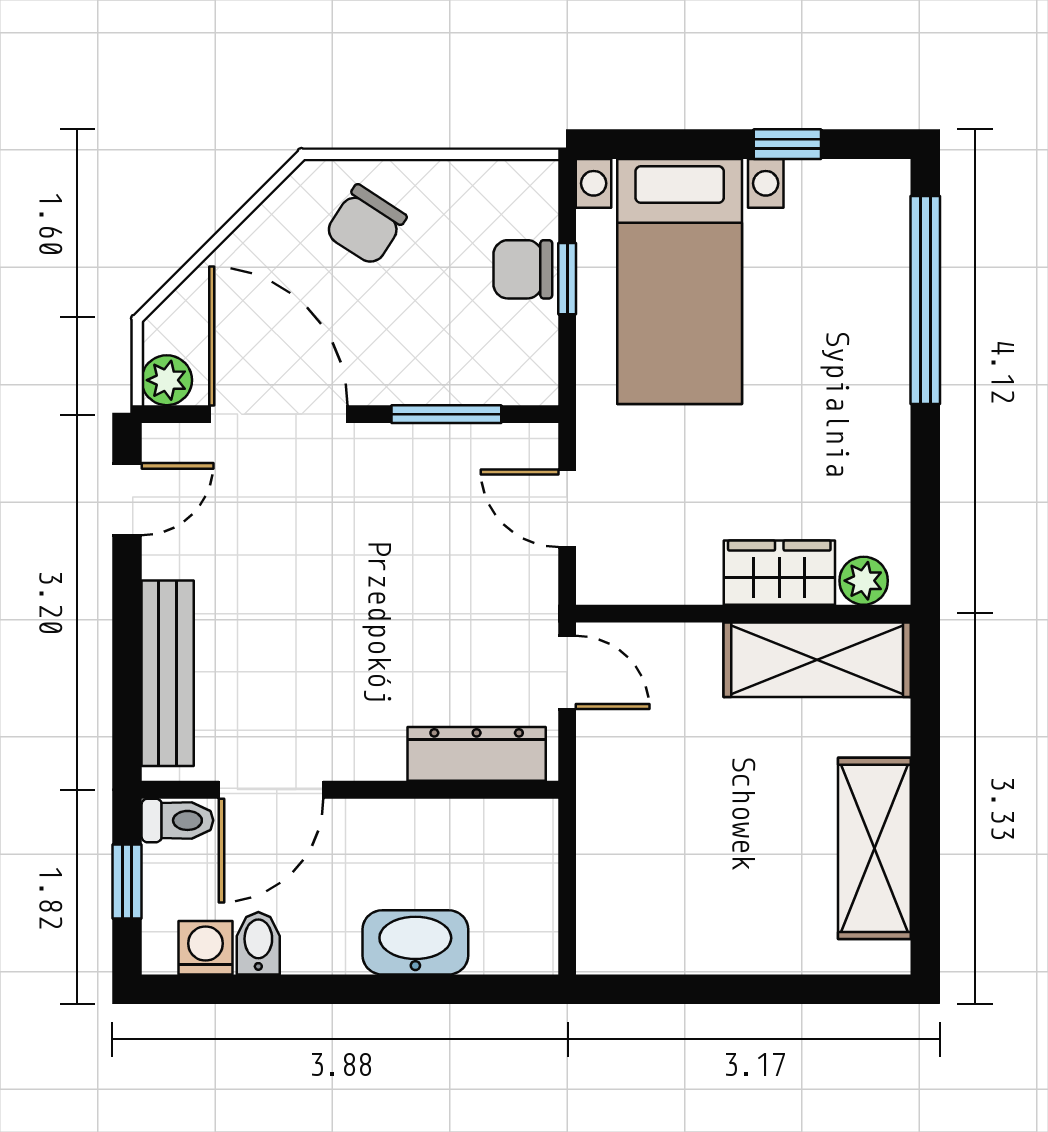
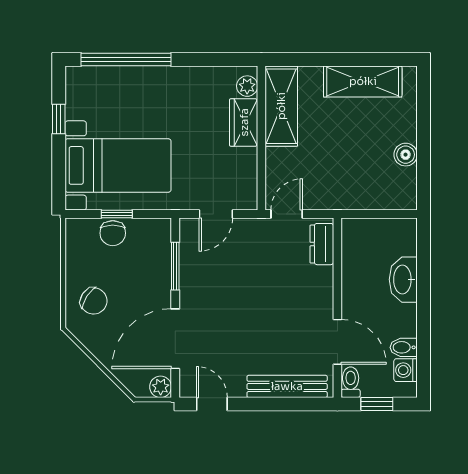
dresser: (477, 754) -> (322, 244), width x0.70
boiler: (705, 948) -> (406, 155), added

